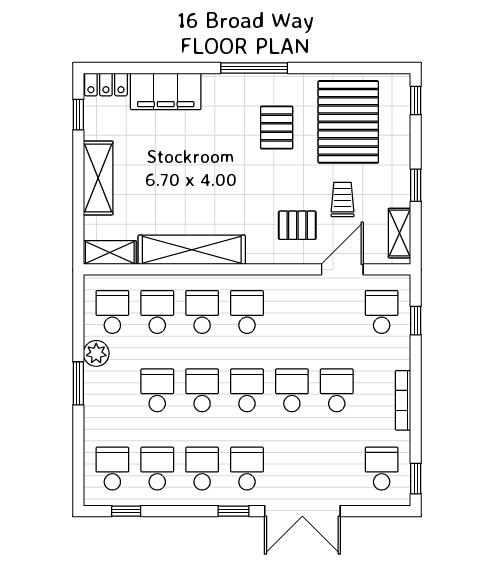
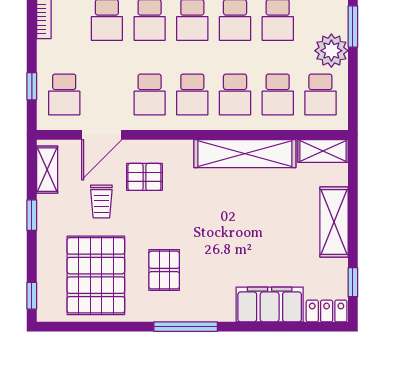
school desk: (292, 312) -> (150, 94), added
plant: (96, 353) -> (331, 51), width x1.36, depth x1.36

